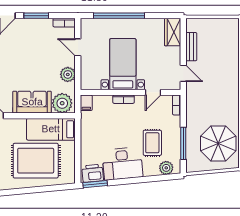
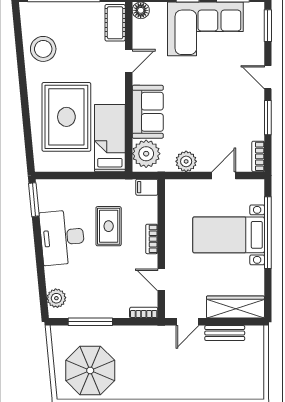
wardrobe: (173, 32) -> (235, 307), width x1.50
bed with nightstands: (123, 64) -> (229, 235), moved, turned 180
rug: (152, 143) -> (109, 226), moved, turned 90
printer: (93, 173) -> (49, 196), removed

